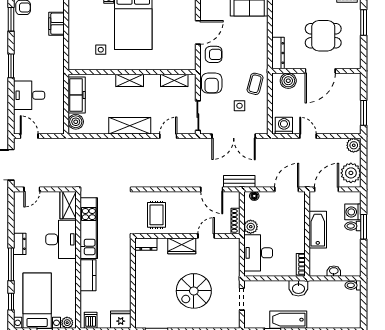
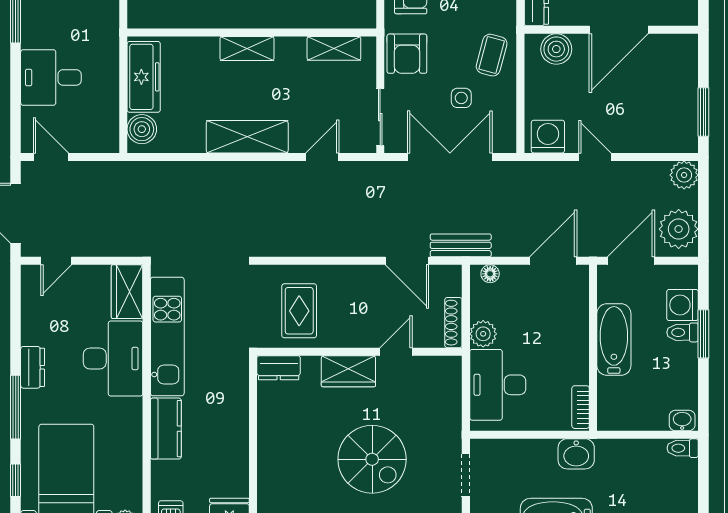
double door: (234, 136) -> (450, 157), swing flipped
washbasin: (334, 271) -> (682, 420), moved
spiral stairs: (194, 291) -> (372, 459), turned -90

